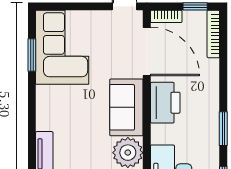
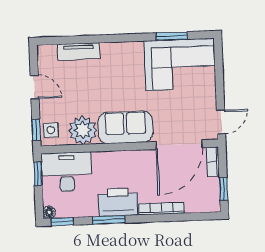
bookcase: (213, 34) -> (162, 208), moved
printer: (165, 103) -> (118, 202), moved, turned 180

